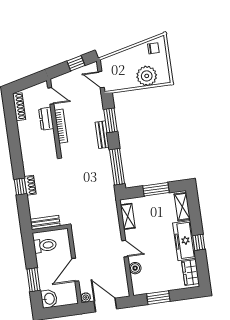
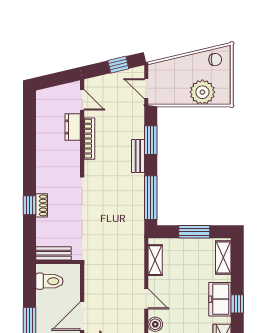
shoe rack: (19, 107) -> (42, 108), removed
freezer: (184, 241) -> (220, 299), width x0.71

